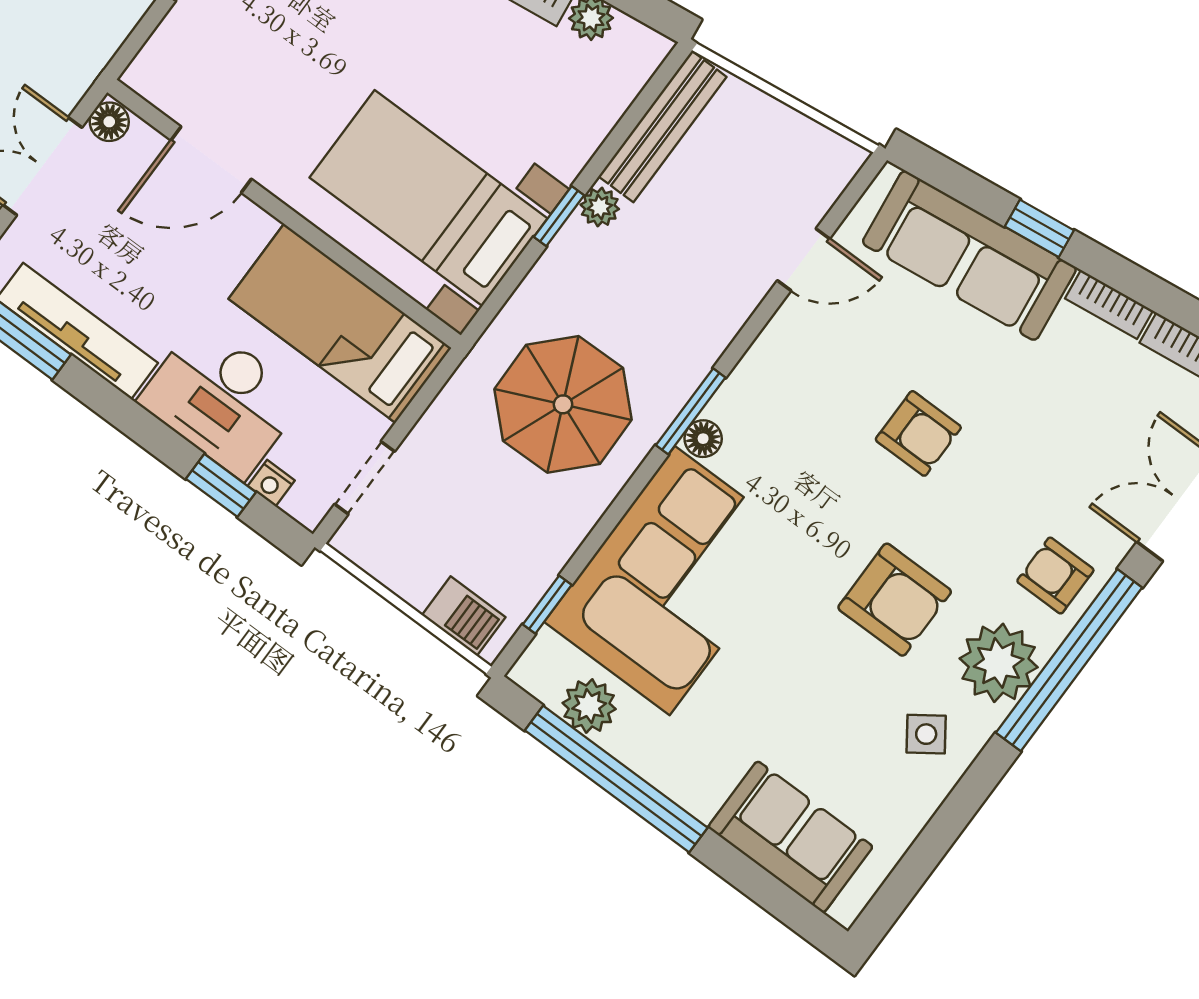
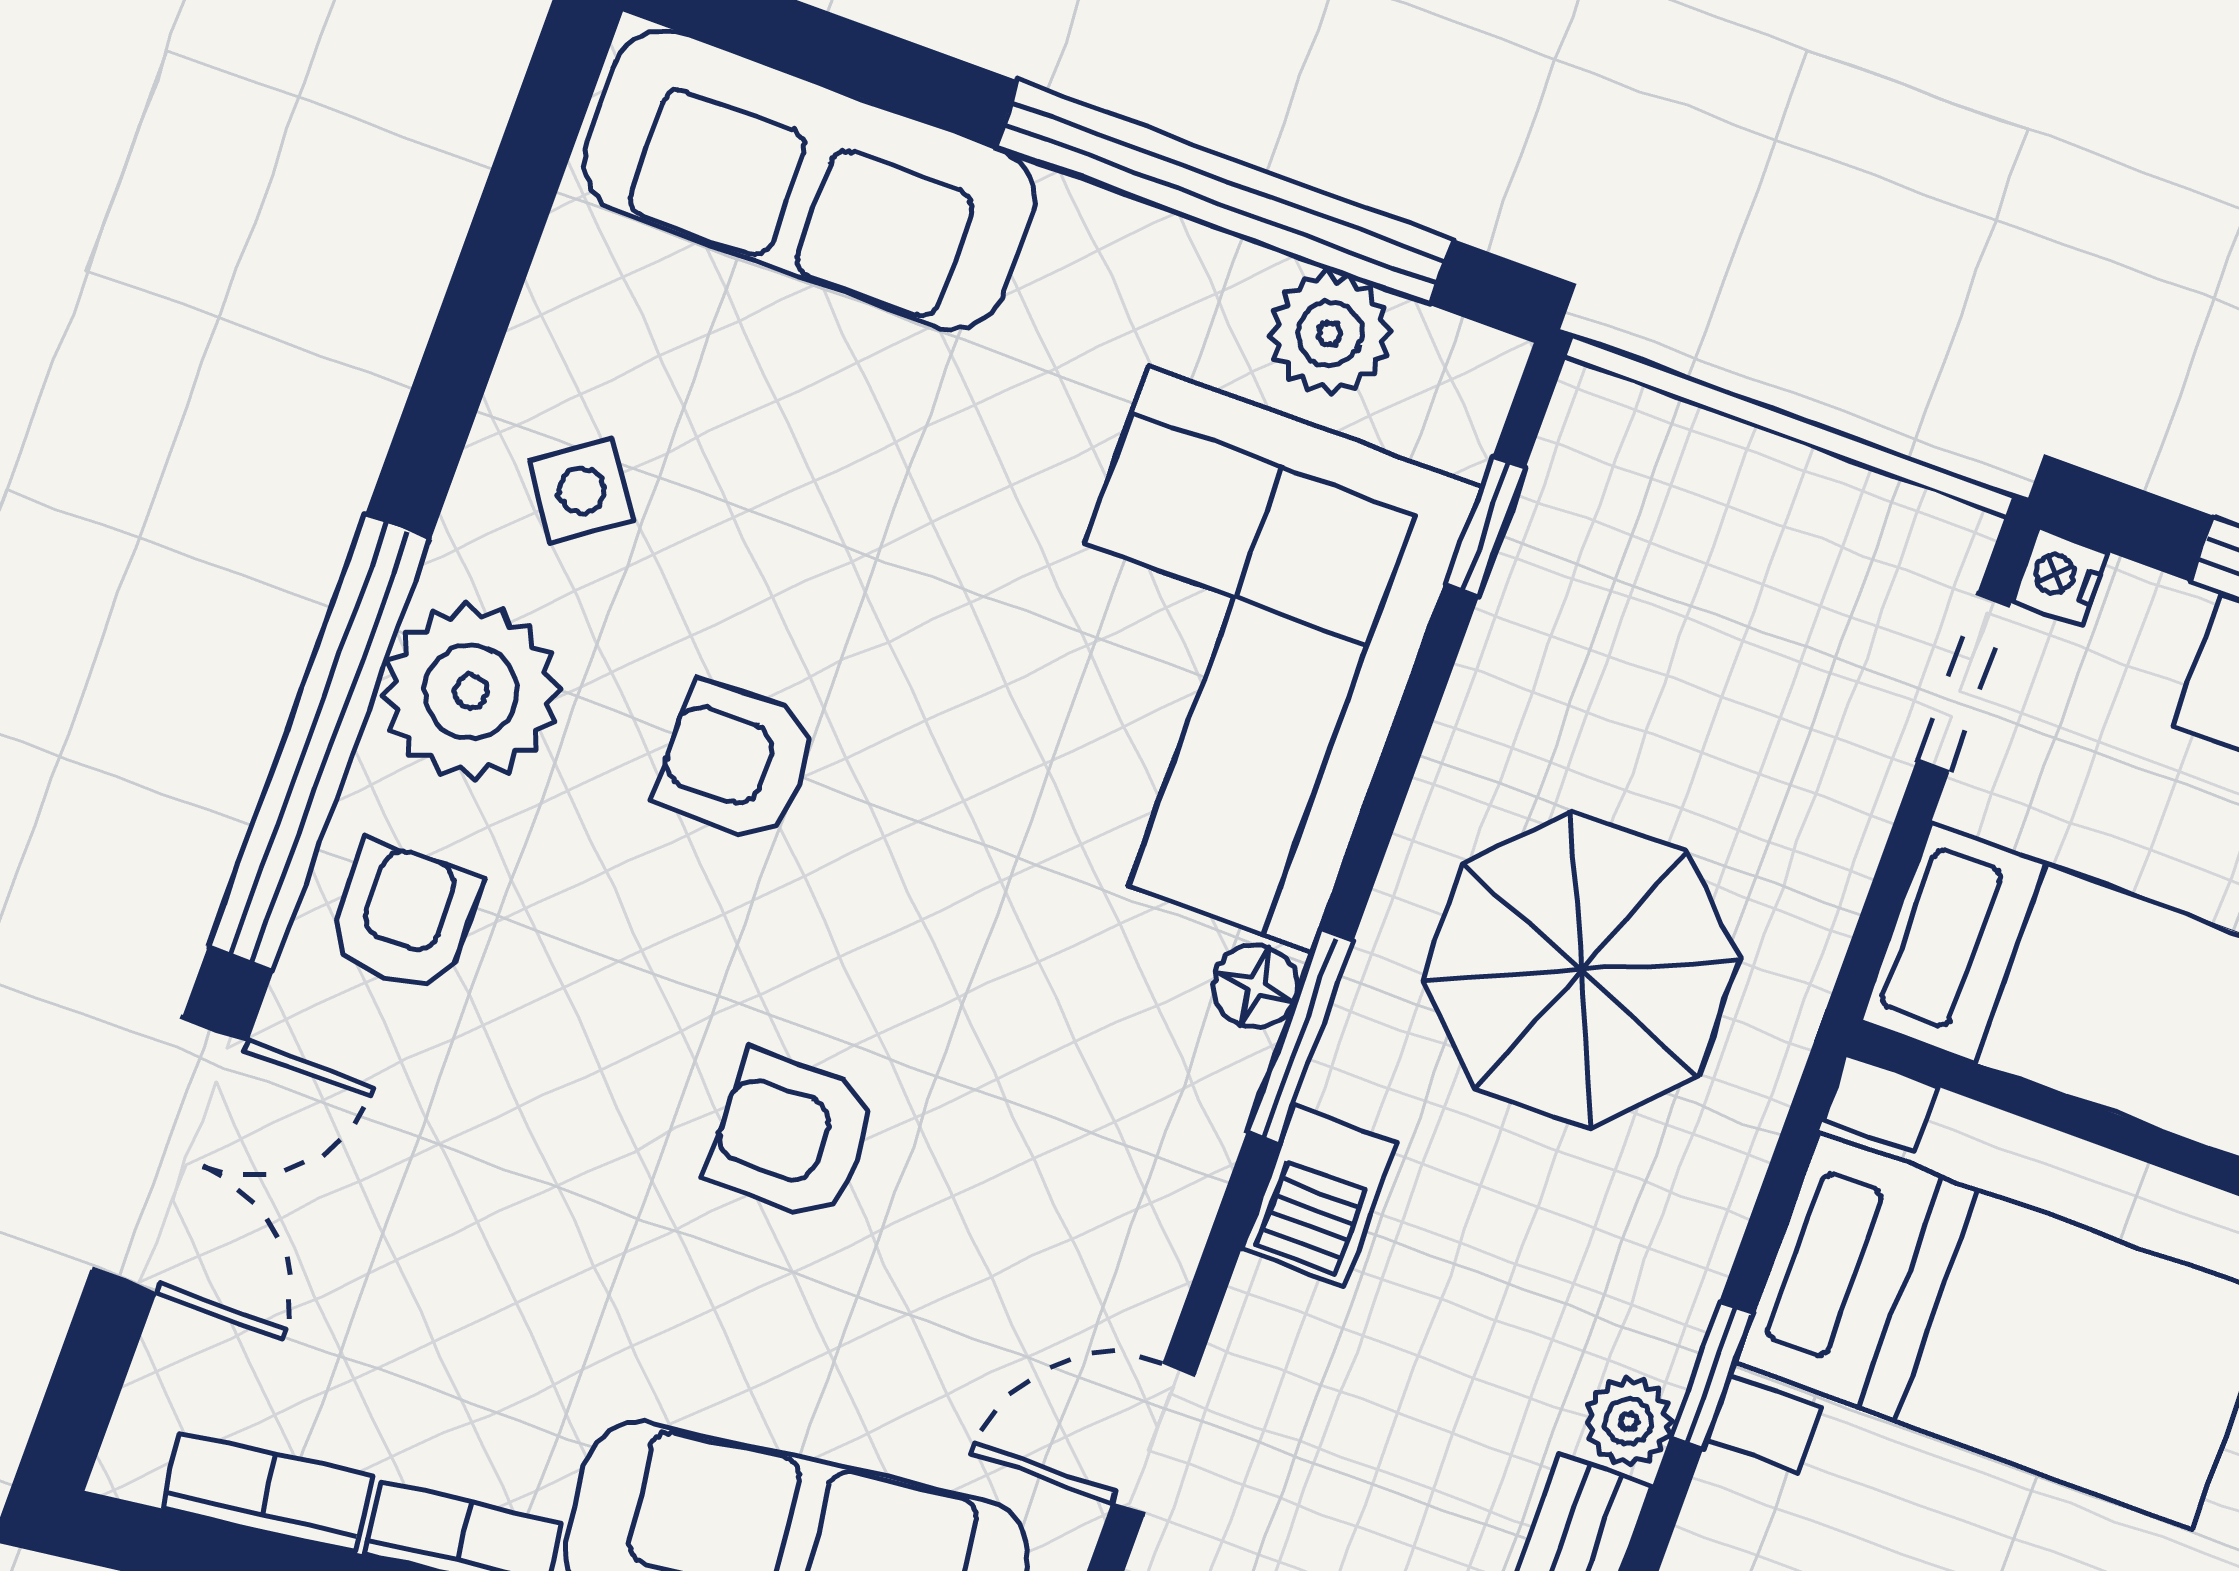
nightstand: (271, 483) -> (2060, 576), moved, turned -90
armchair: (1055, 576) -> (404, 917), turned -90
armchair: (895, 600) -> (736, 761), width x0.72, depth x0.72
barbecue: (464, 616) -> (1319, 1196), moved, turned -90
sofa: (790, 837) -> (809, 180), width x1.36

